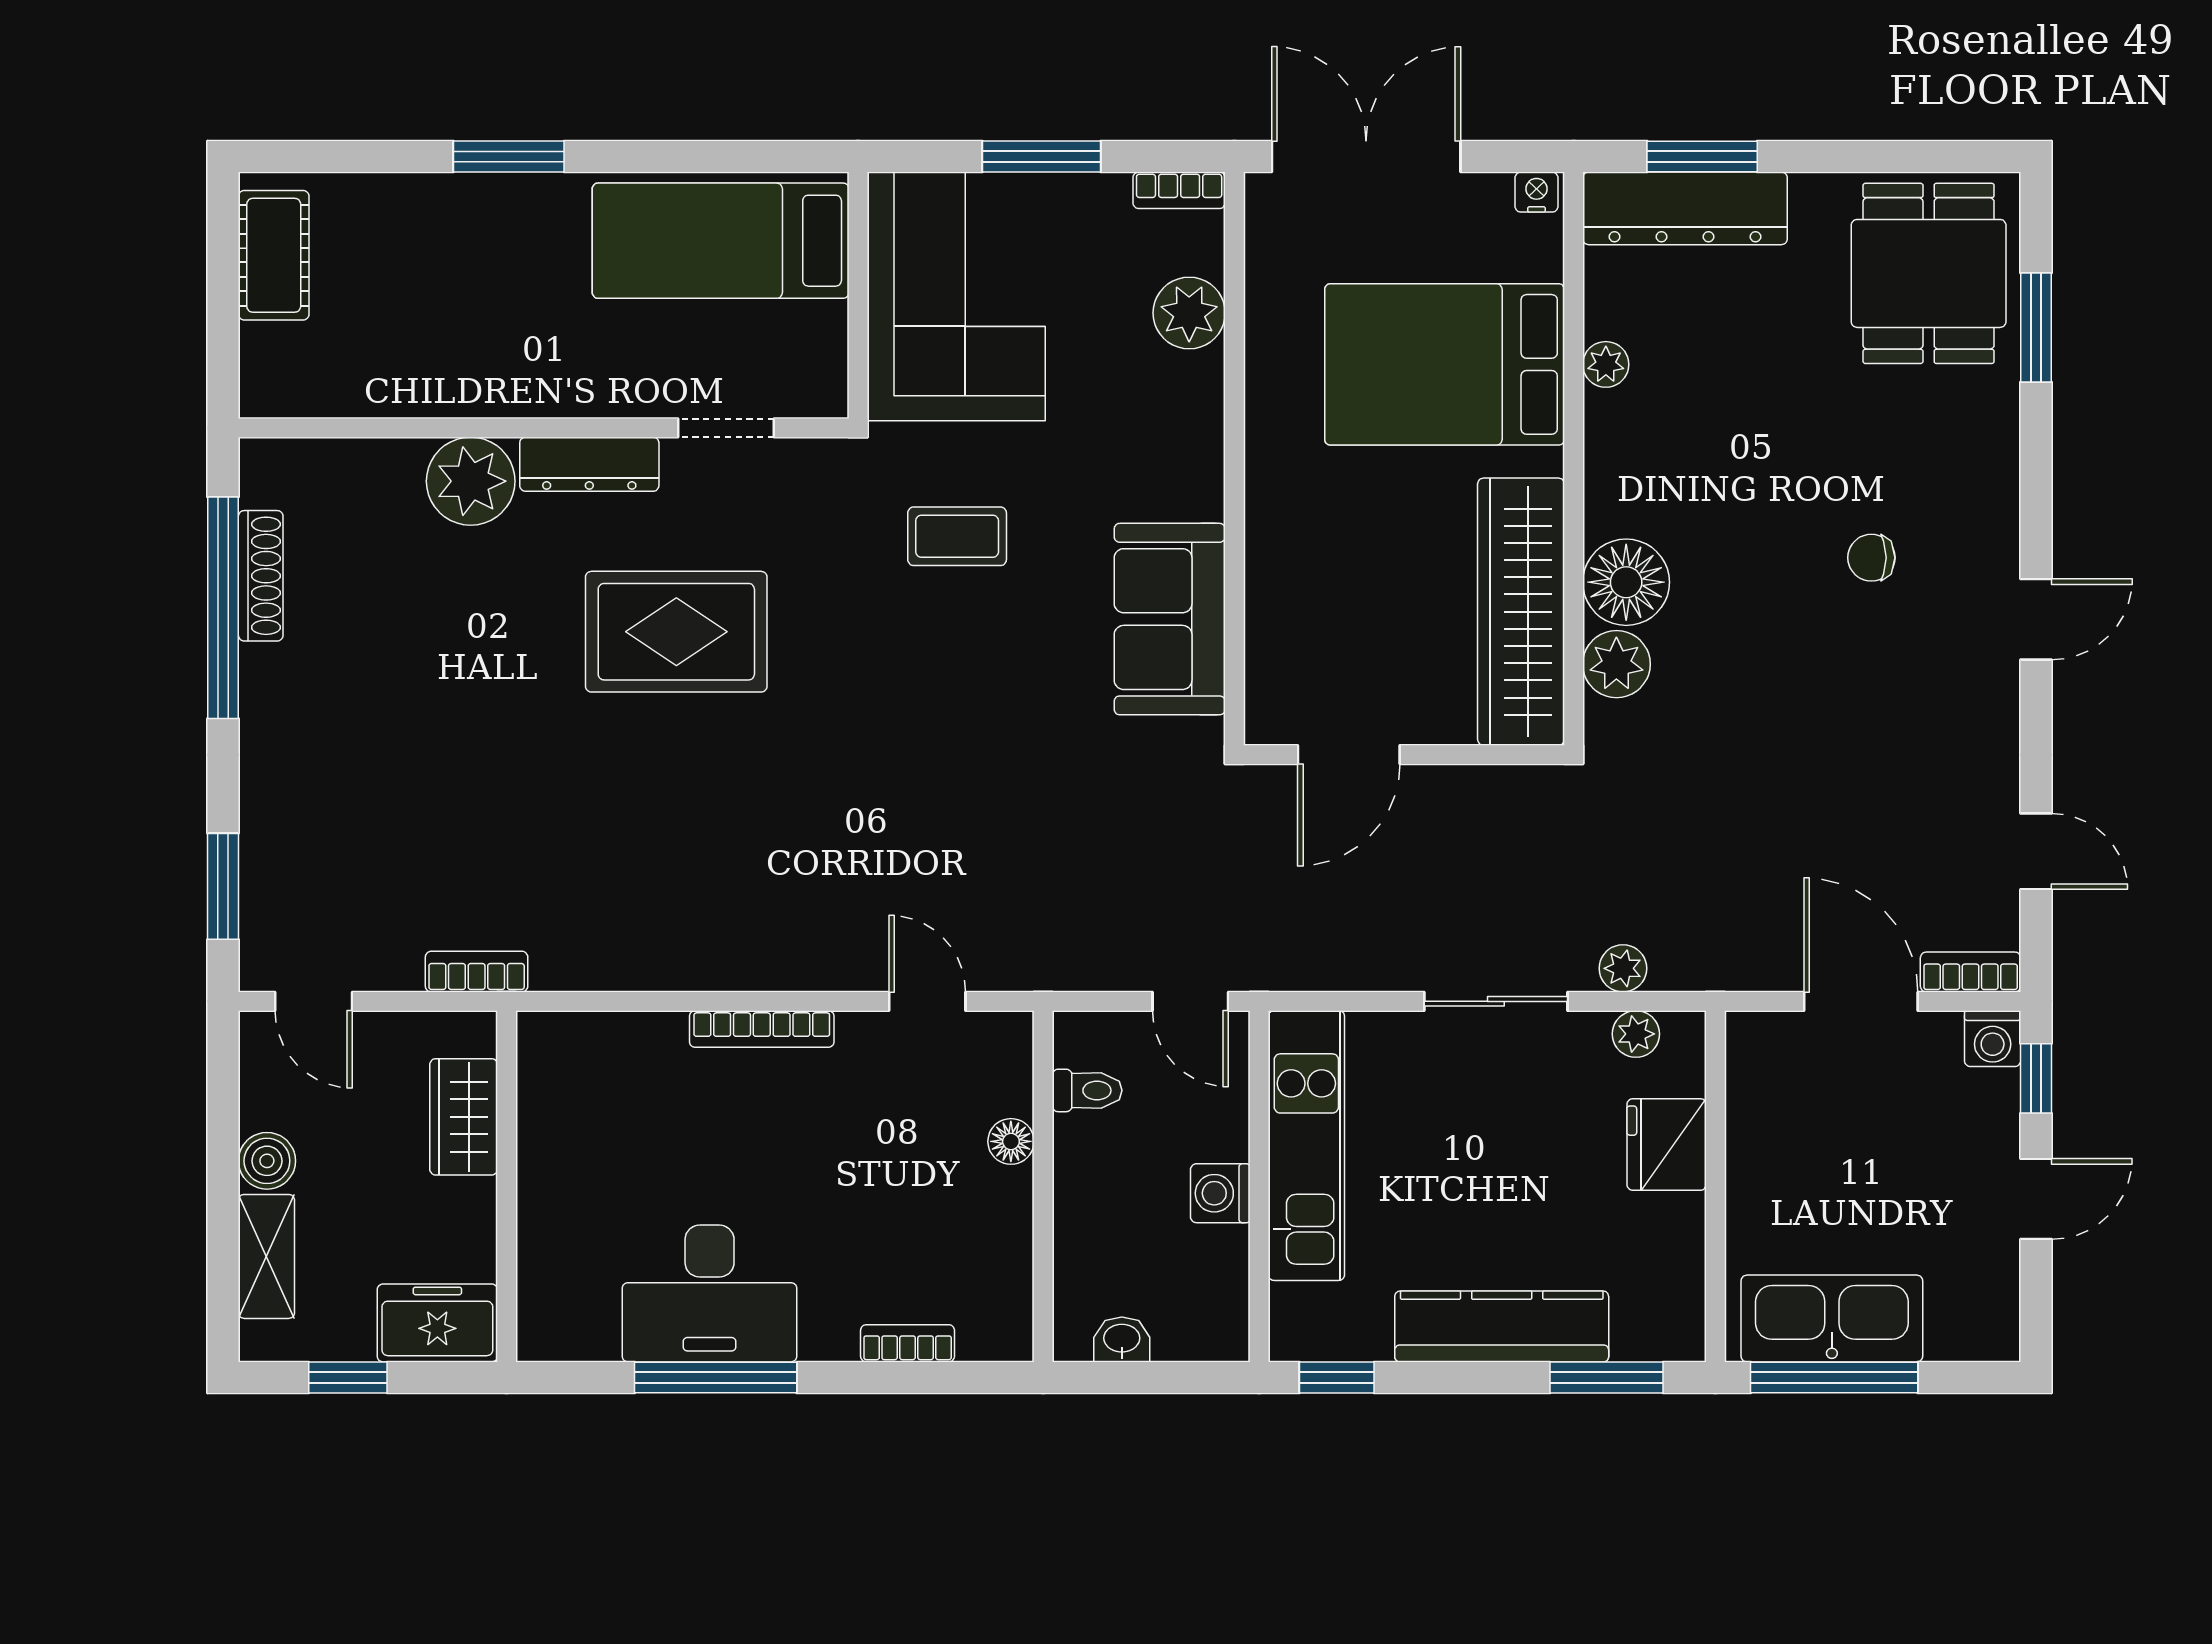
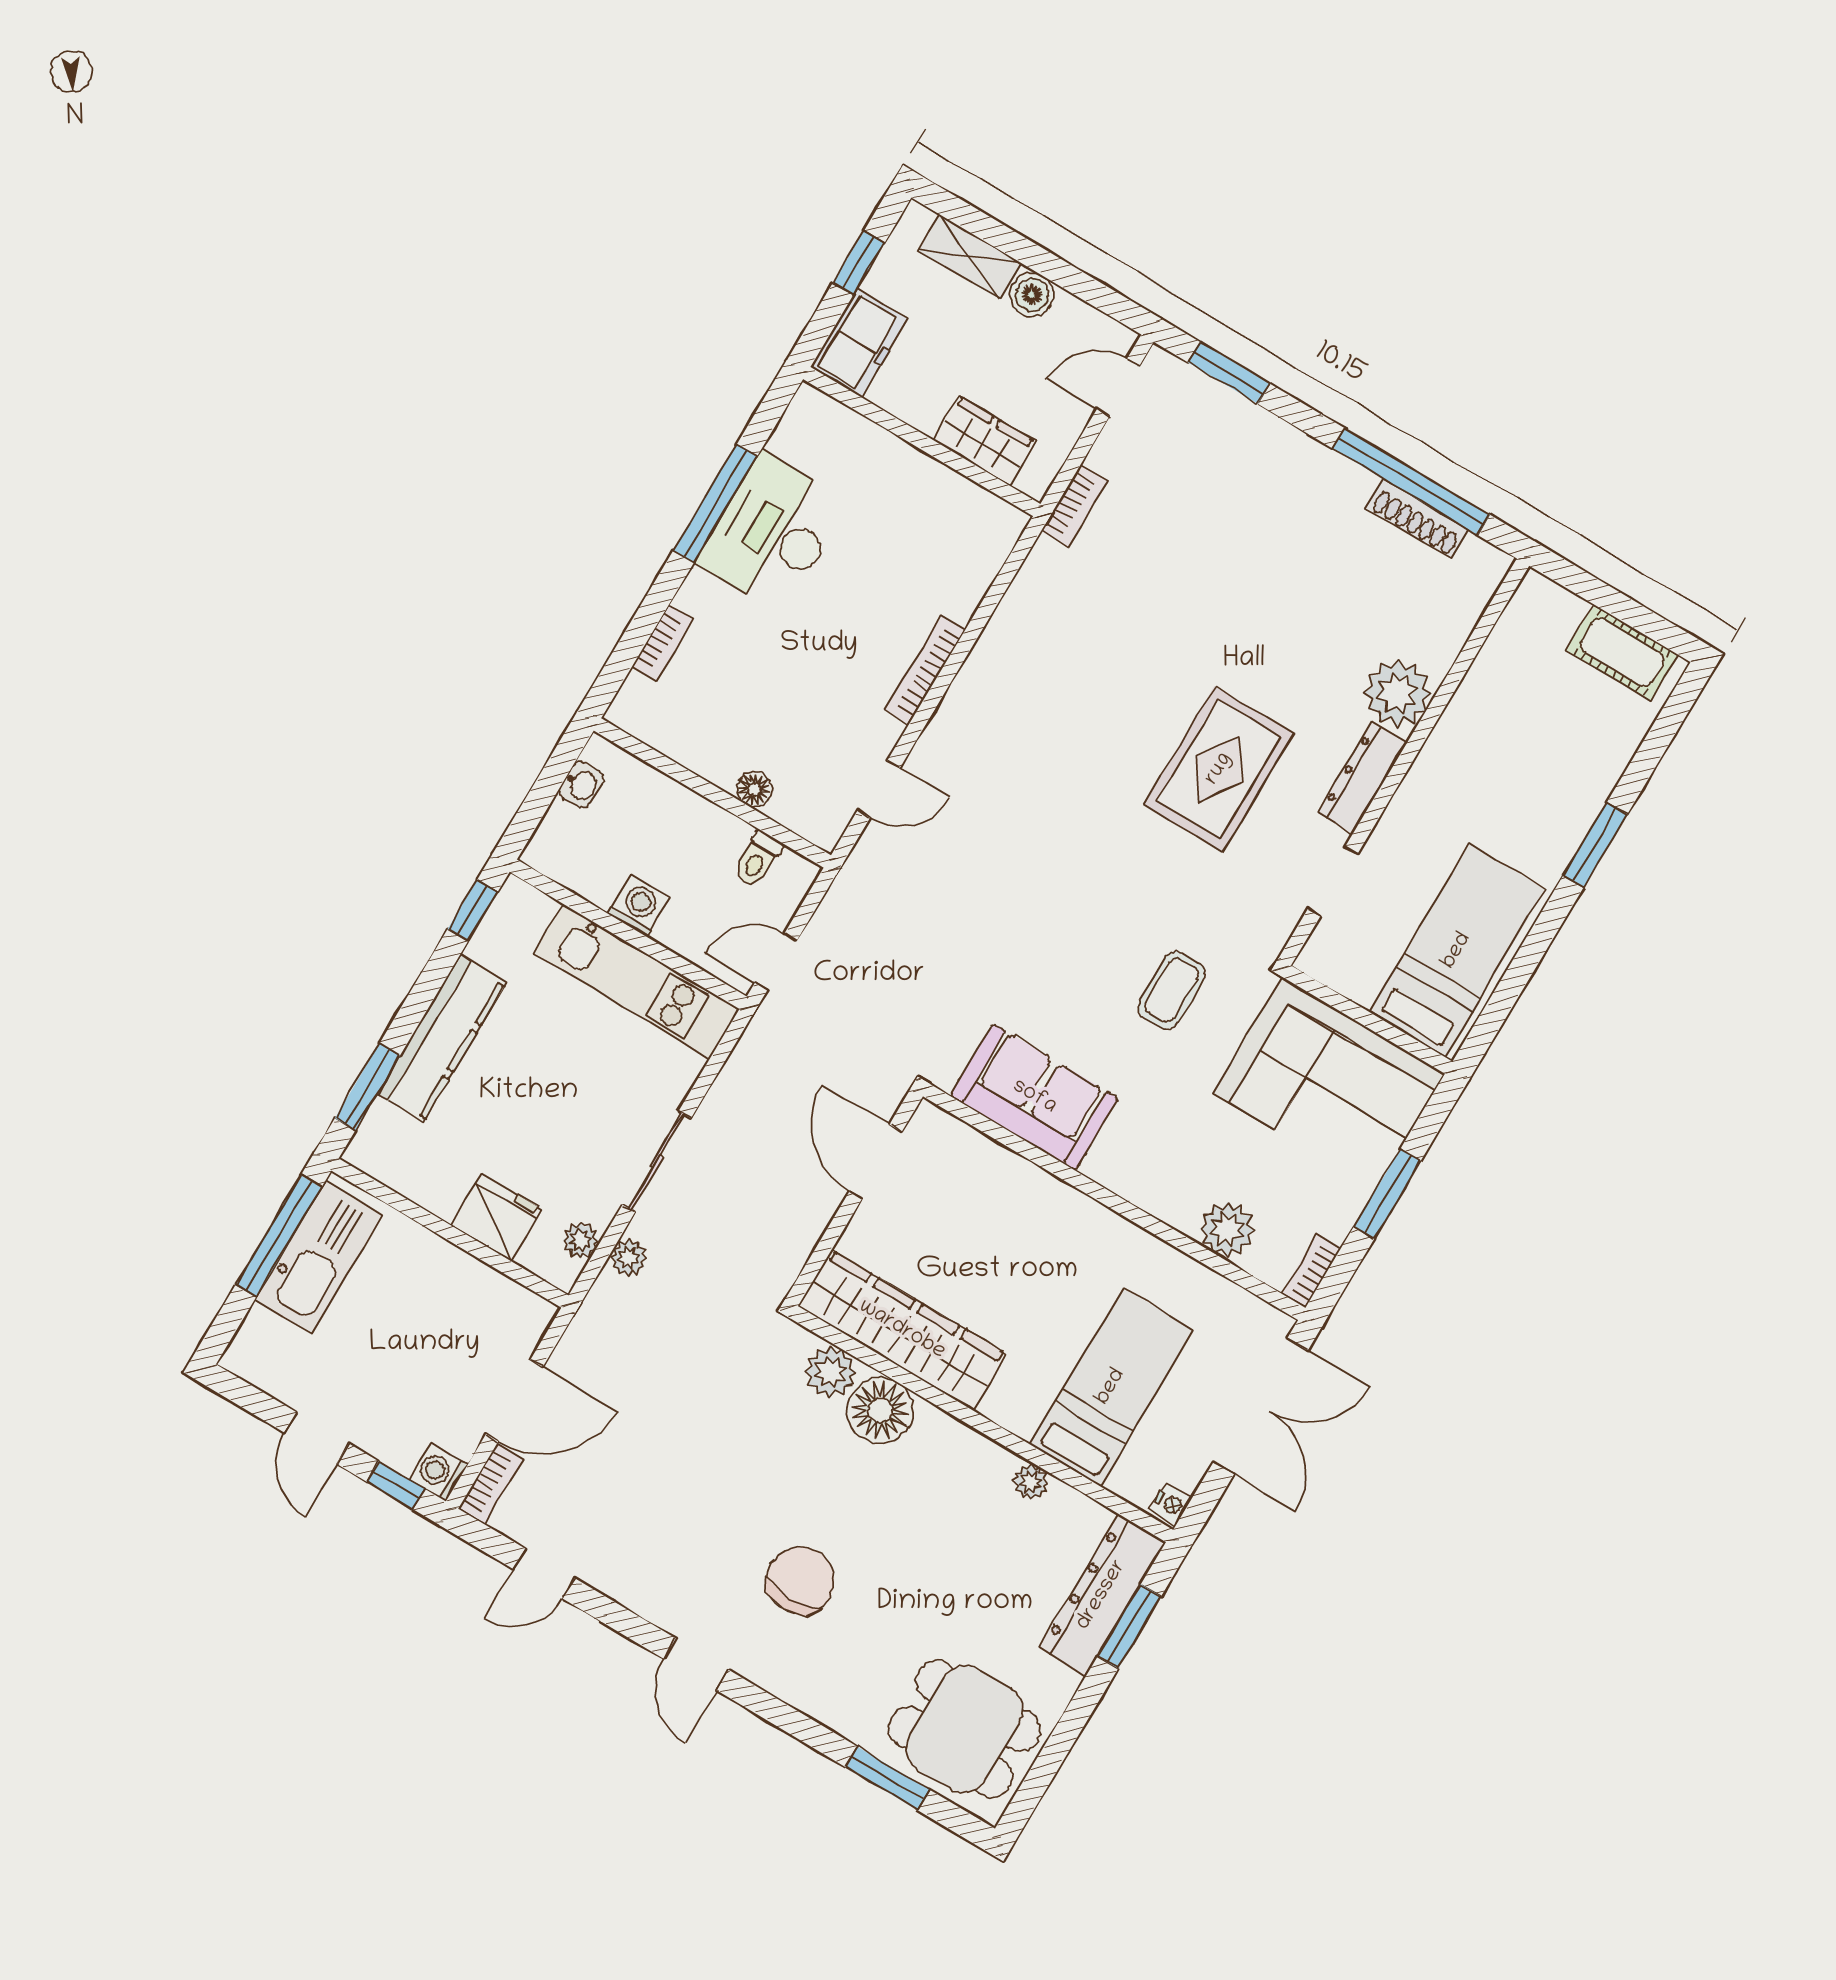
bed: (1445, 364) -> (1111, 1387), width x0.67
chair: (1871, 558) -> (801, 1580), width x1.87, depth x1.87

